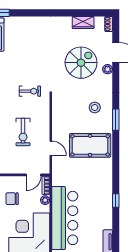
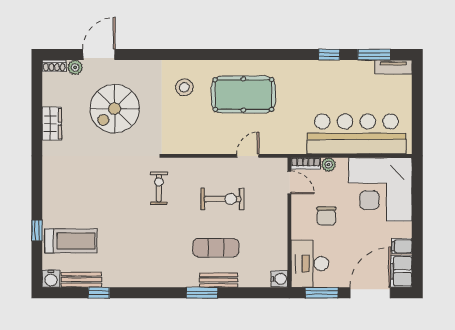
wardrobe: (83, 22) -> (52, 124), moved
spiral stairs: (81, 63) -> (115, 109), turned -90
plant: (108, 69) -> (75, 67), moved
window: (116, 120) -> (374, 55), moved
pool table: (90, 145) -> (243, 94), turned 90

